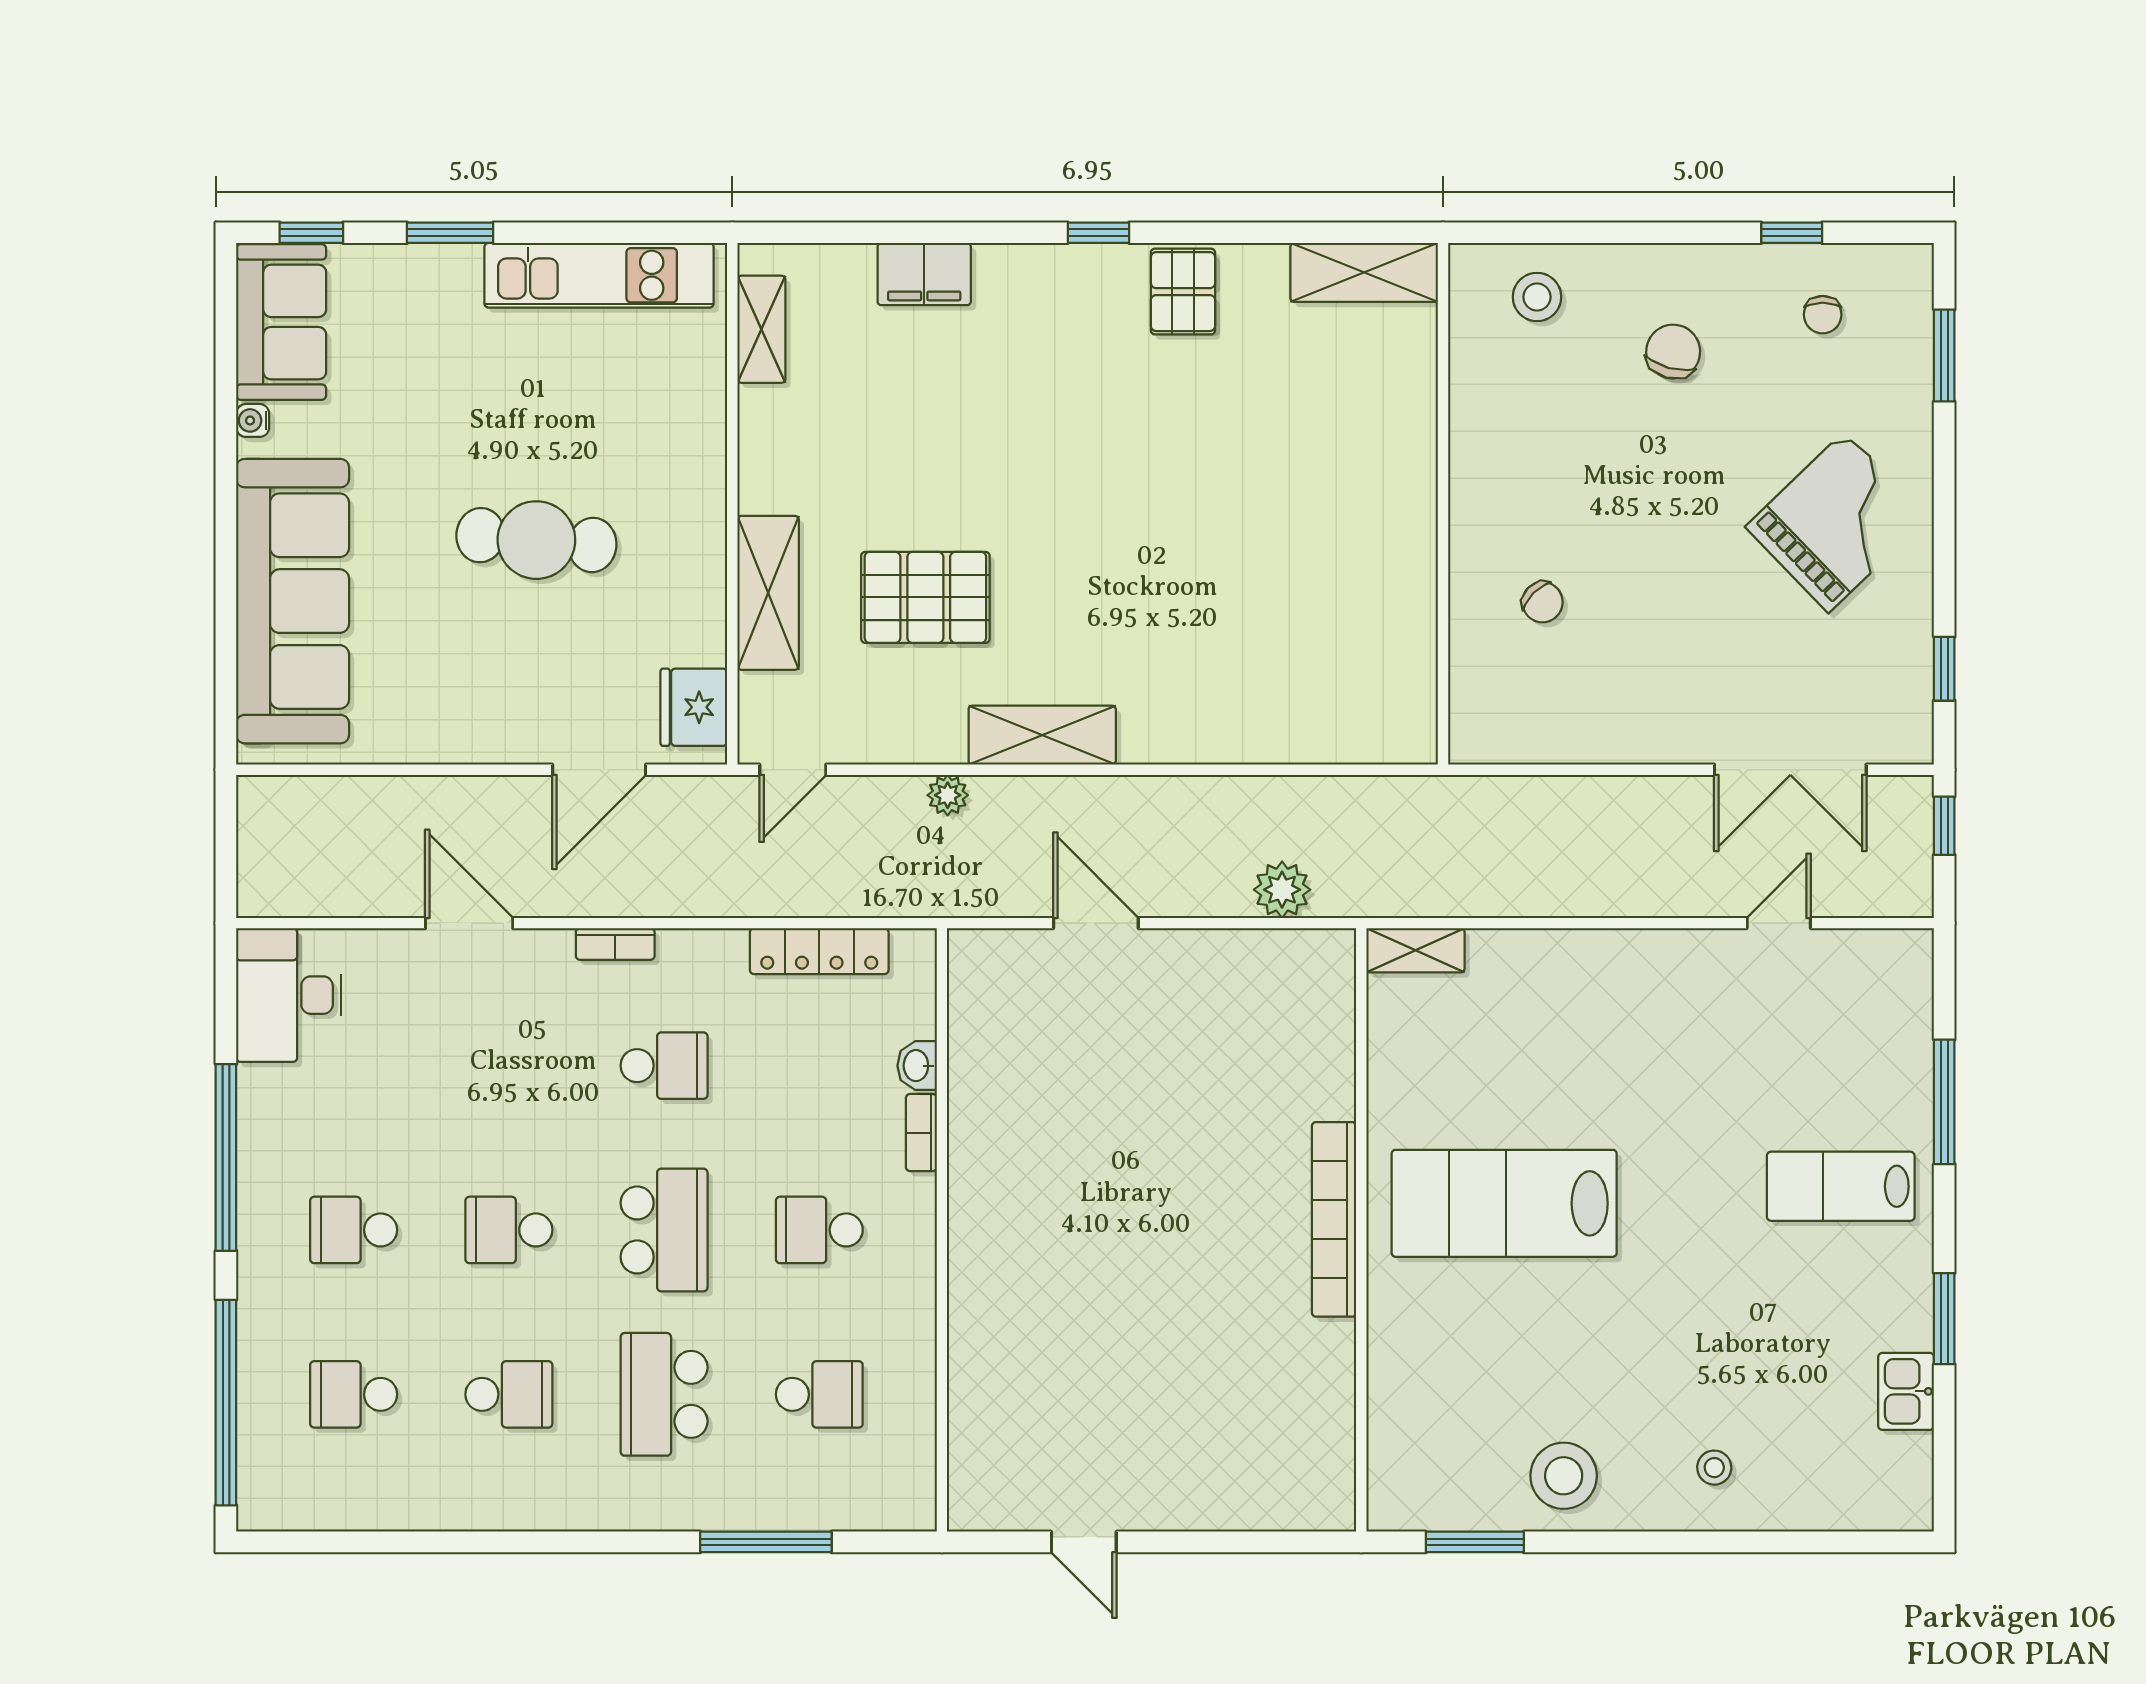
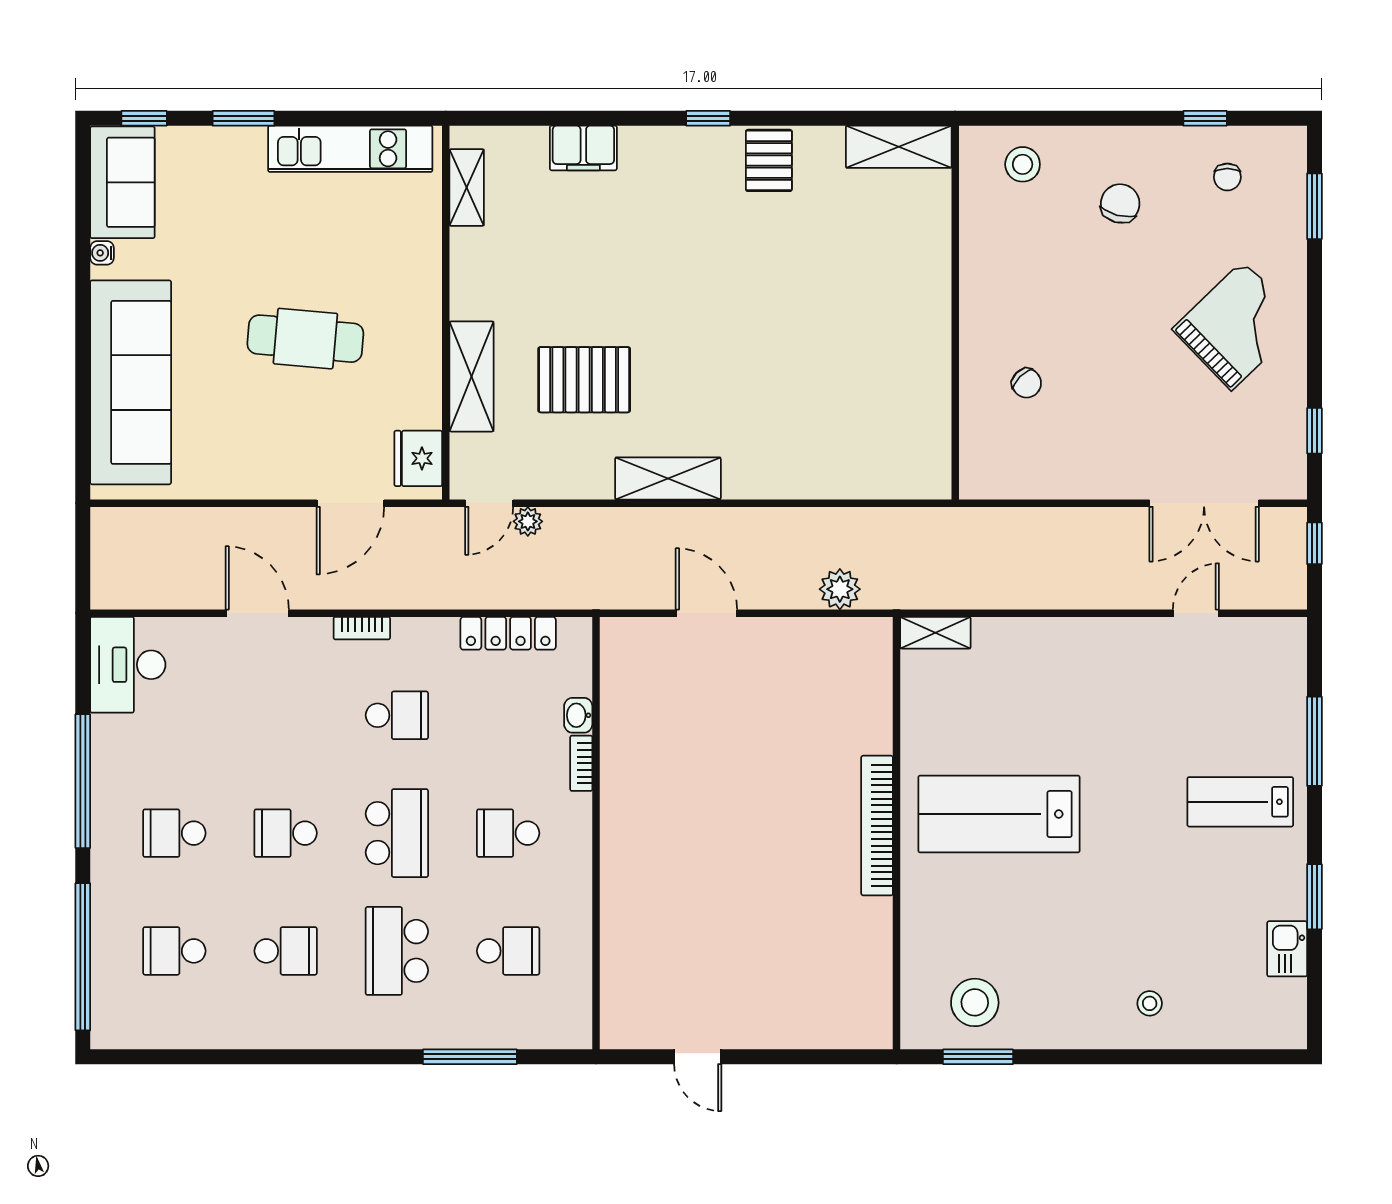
plant: (948, 795) -> (528, 521), moved
stool: (1564, 1476) -> (975, 1002), moved

